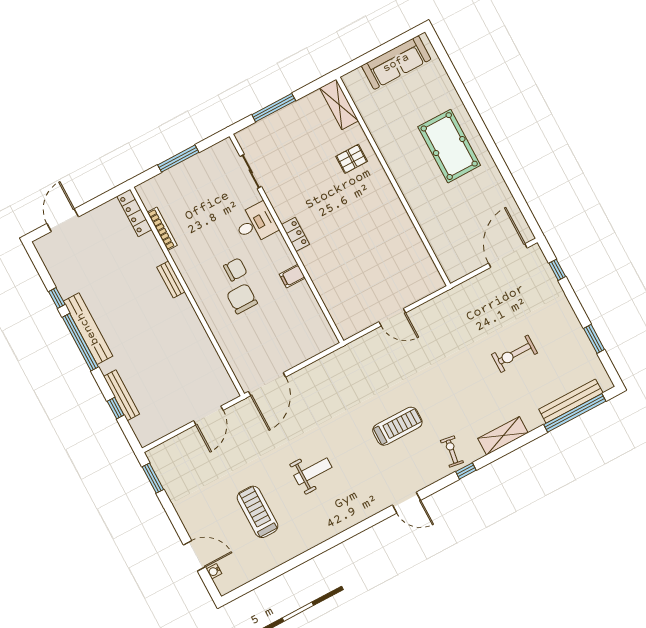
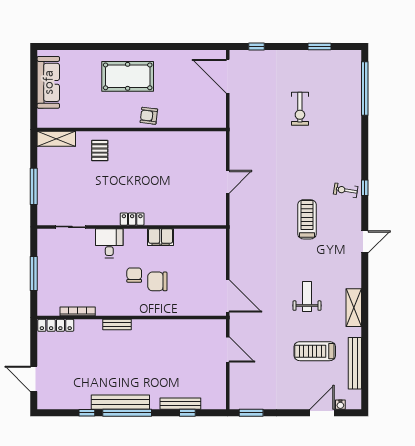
armchair: (418, 192) -> (149, 116), added
filing cabinet: (292, 276) -> (161, 237), width x2.00
bench: (571, 401) -> (355, 363), moved
shelving: (503, 436) -> (354, 308), moved

